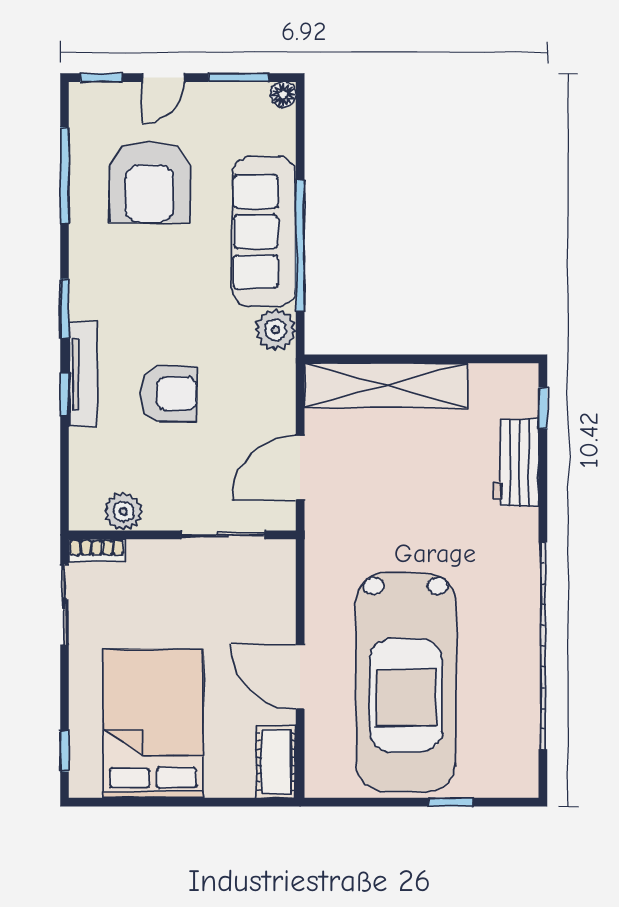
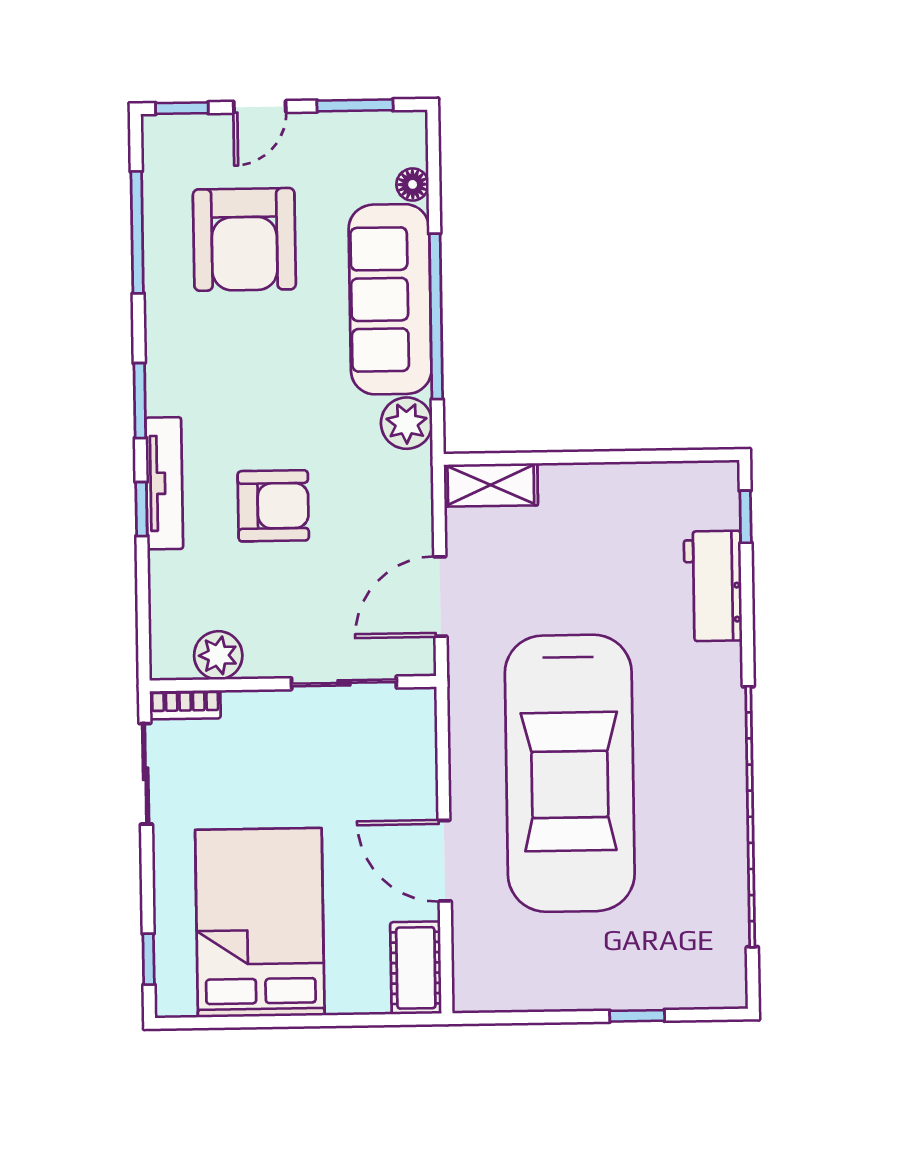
floor lamp: (283, 94) -> (413, 184), moved
shelving: (386, 385) -> (491, 485), width x0.45, depth x0.75
car: (406, 682) -> (570, 773), moved

